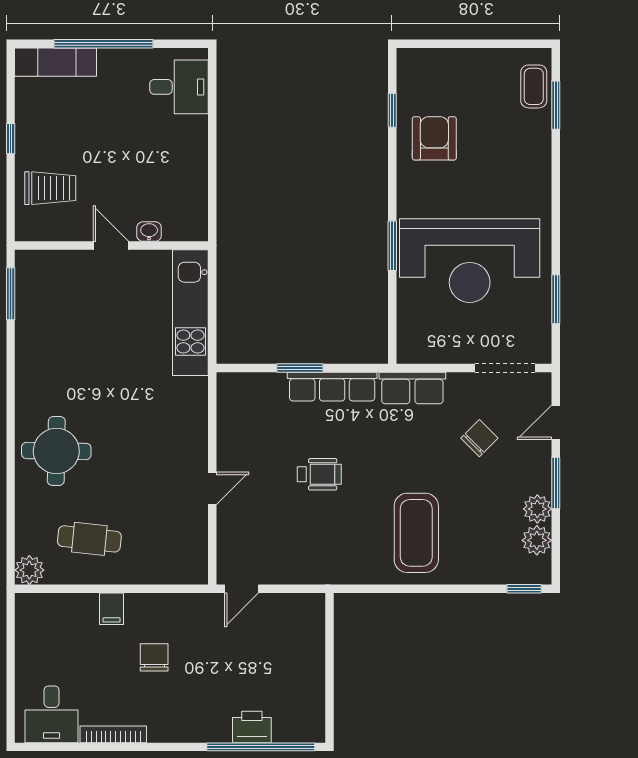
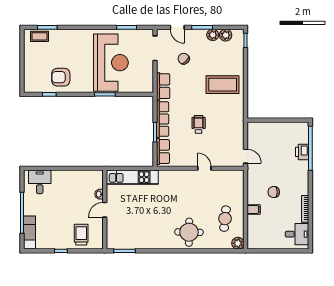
row of seats: (253, 388) -> (163, 151), added

